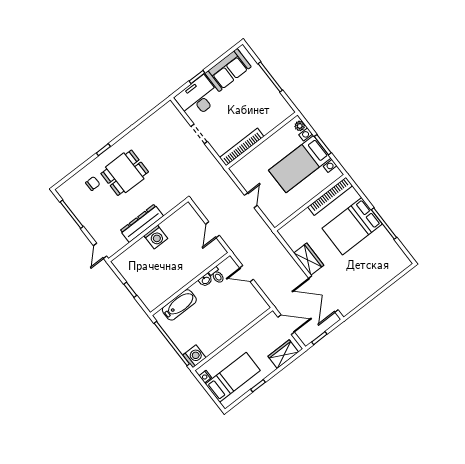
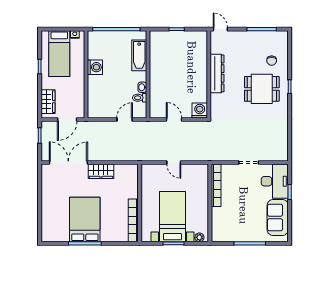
dining table: (125, 173) -> (262, 89), turned 90
bed: (352, 226) -> (85, 220), moved
washing machine: (156, 237) -> (200, 111), moved, turned 90
washing machine: (194, 356) -> (95, 67), moved, turned -90

